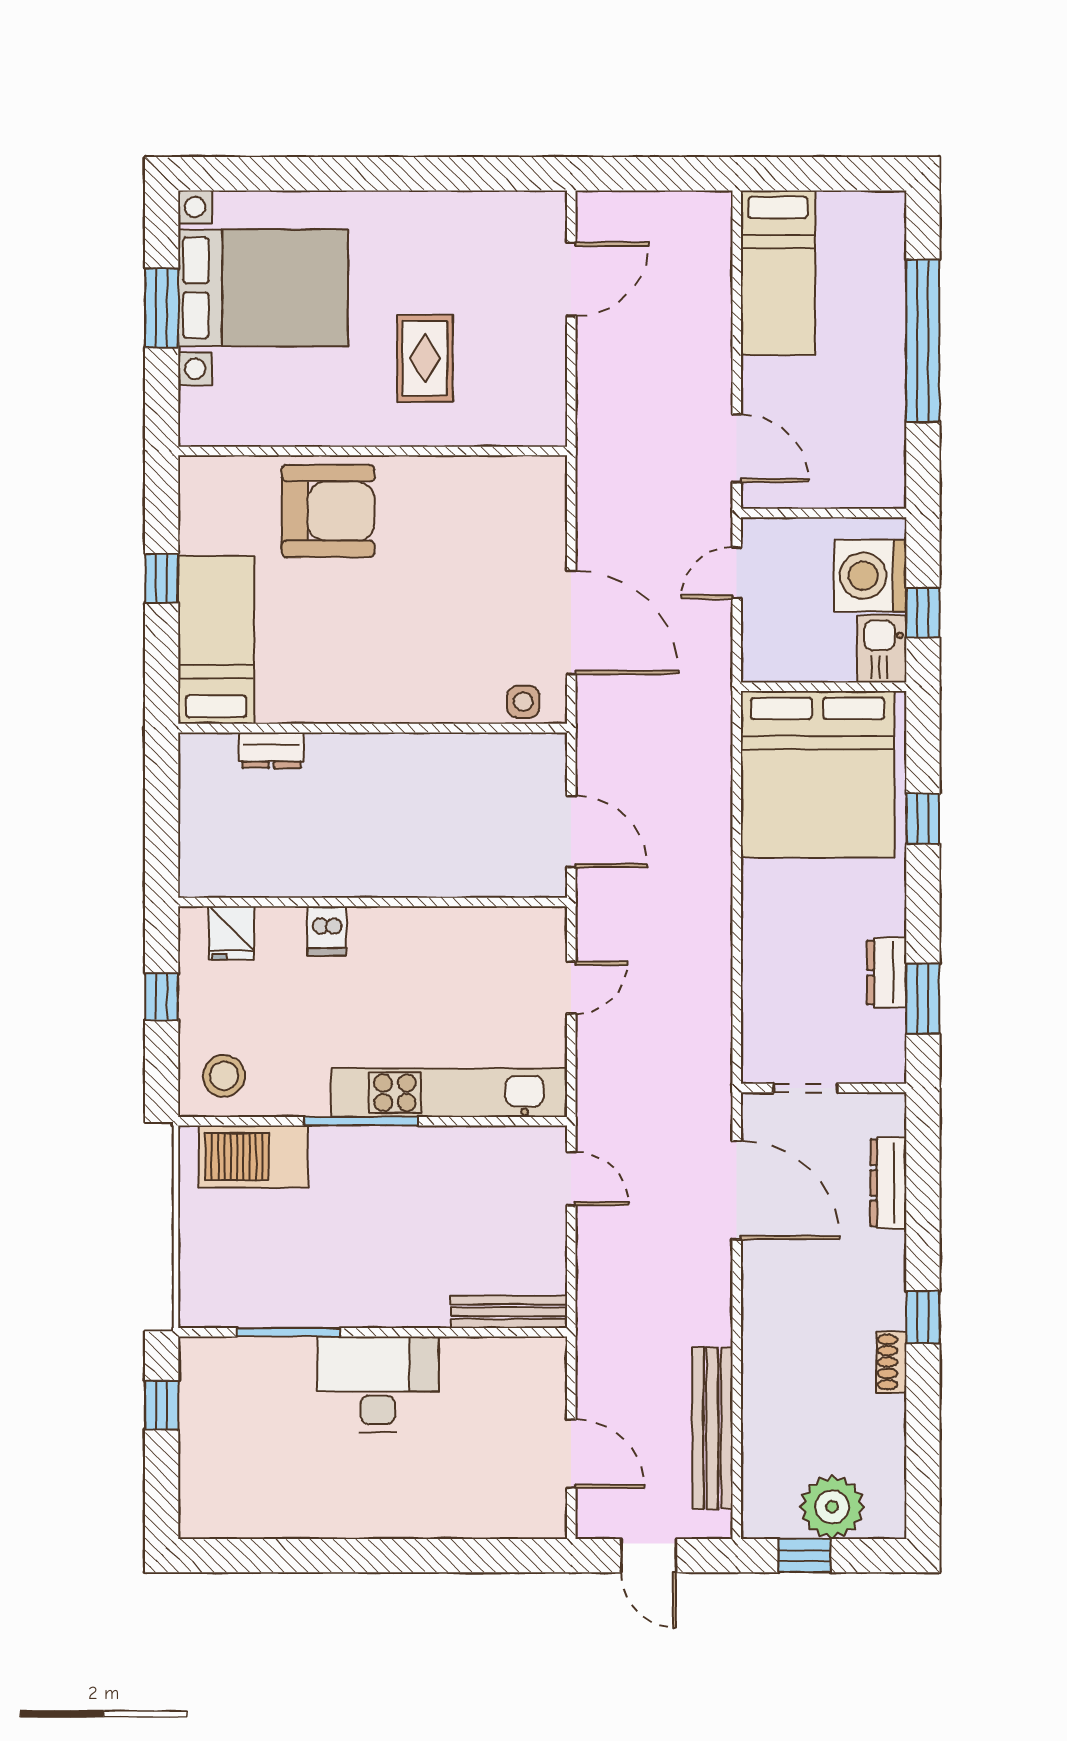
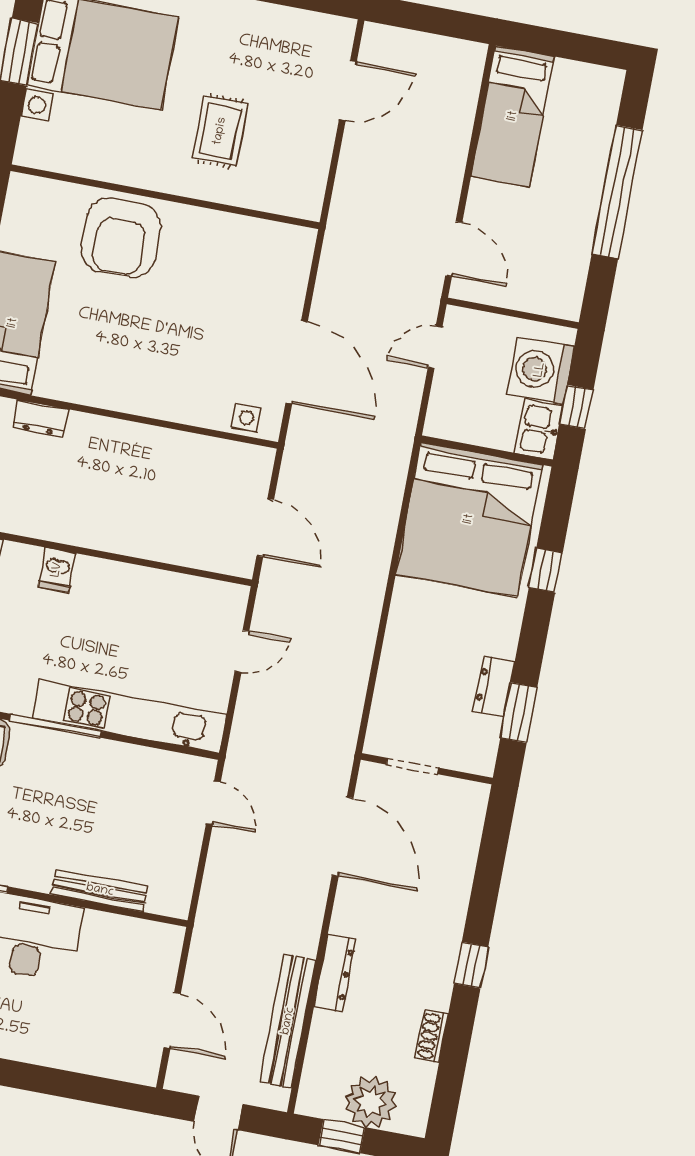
armchair: (328, 511) -> (121, 238), turned 90
dresser: (888, 1183) -> (335, 973), moved, turned 180
bench: (509, 1312) -> (100, 890), moved
shoe rack: (891, 1362) -> (432, 1037), moved

